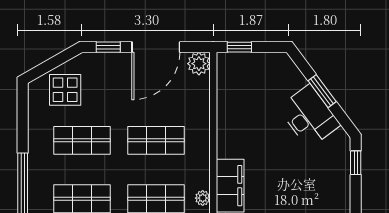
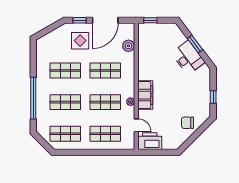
plant: (199, 64) -> (128, 46), moved
display table: (65, 90) -> (80, 41), moved
window: (356, 163) -> (213, 97), moved

